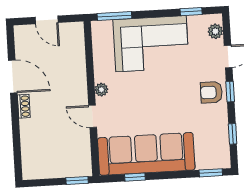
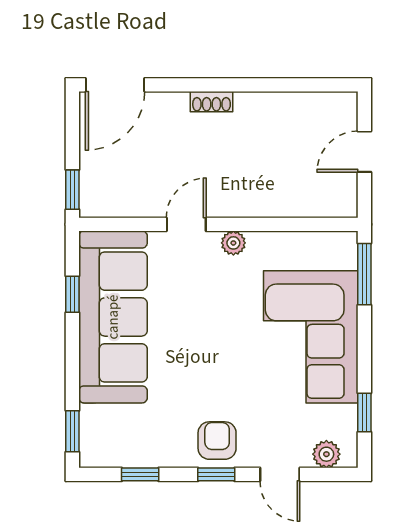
door: (13, 77) -> (115, 85), moved

